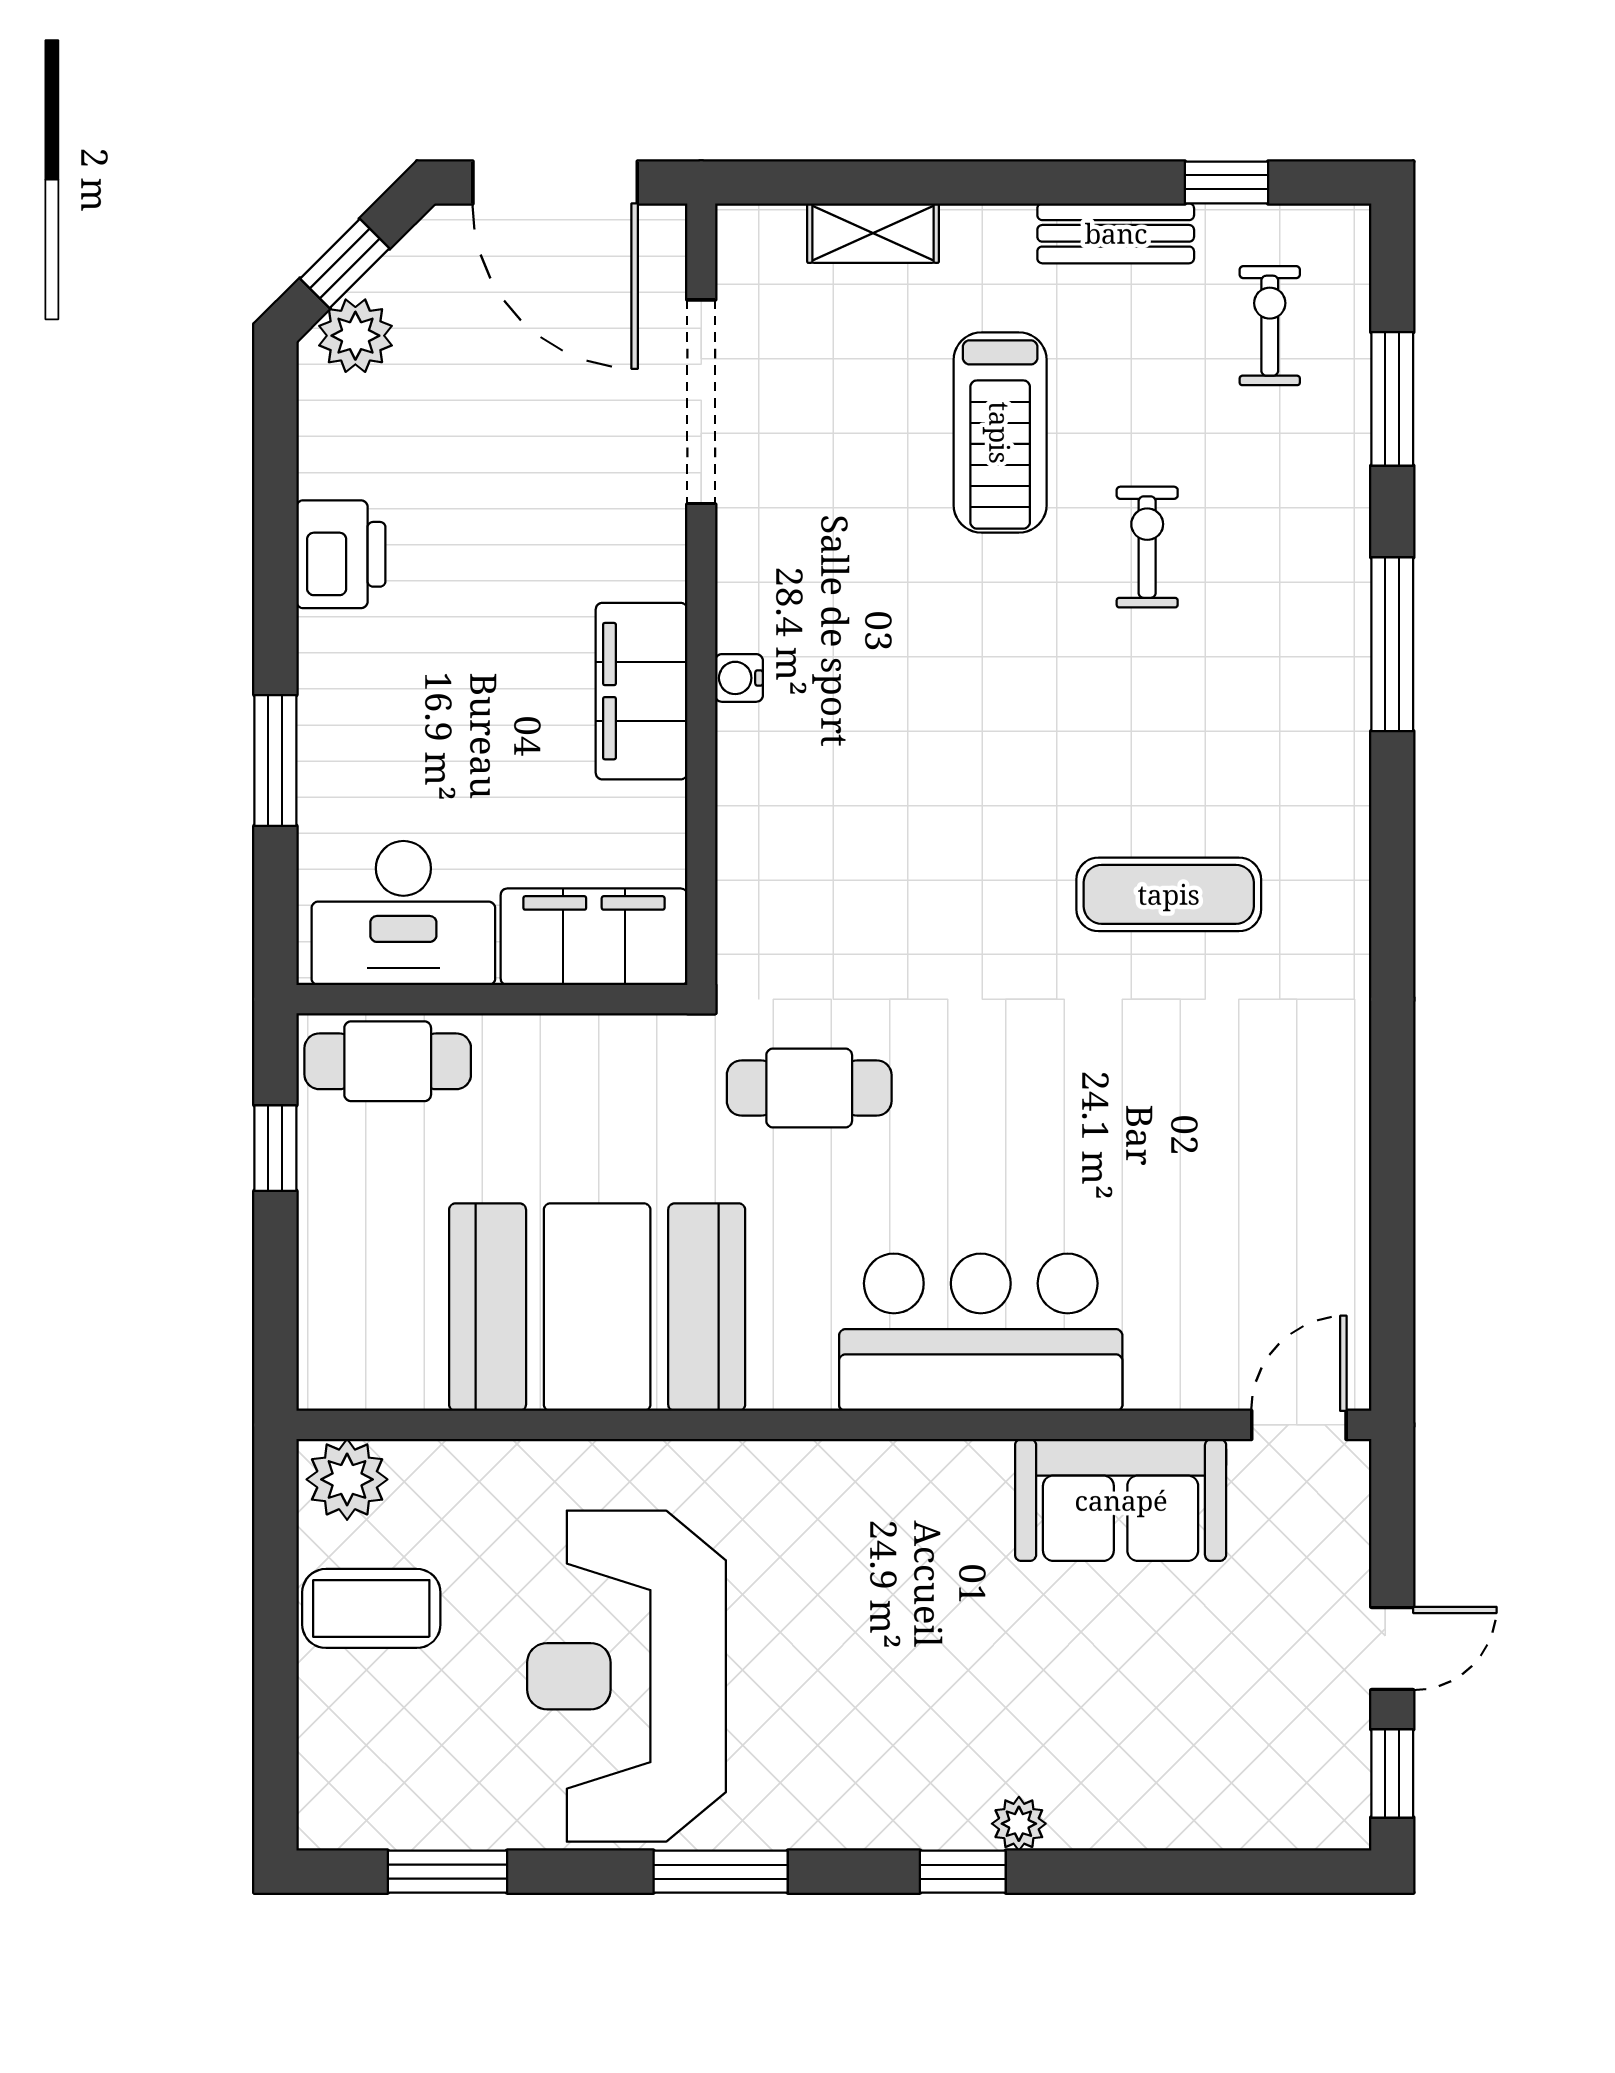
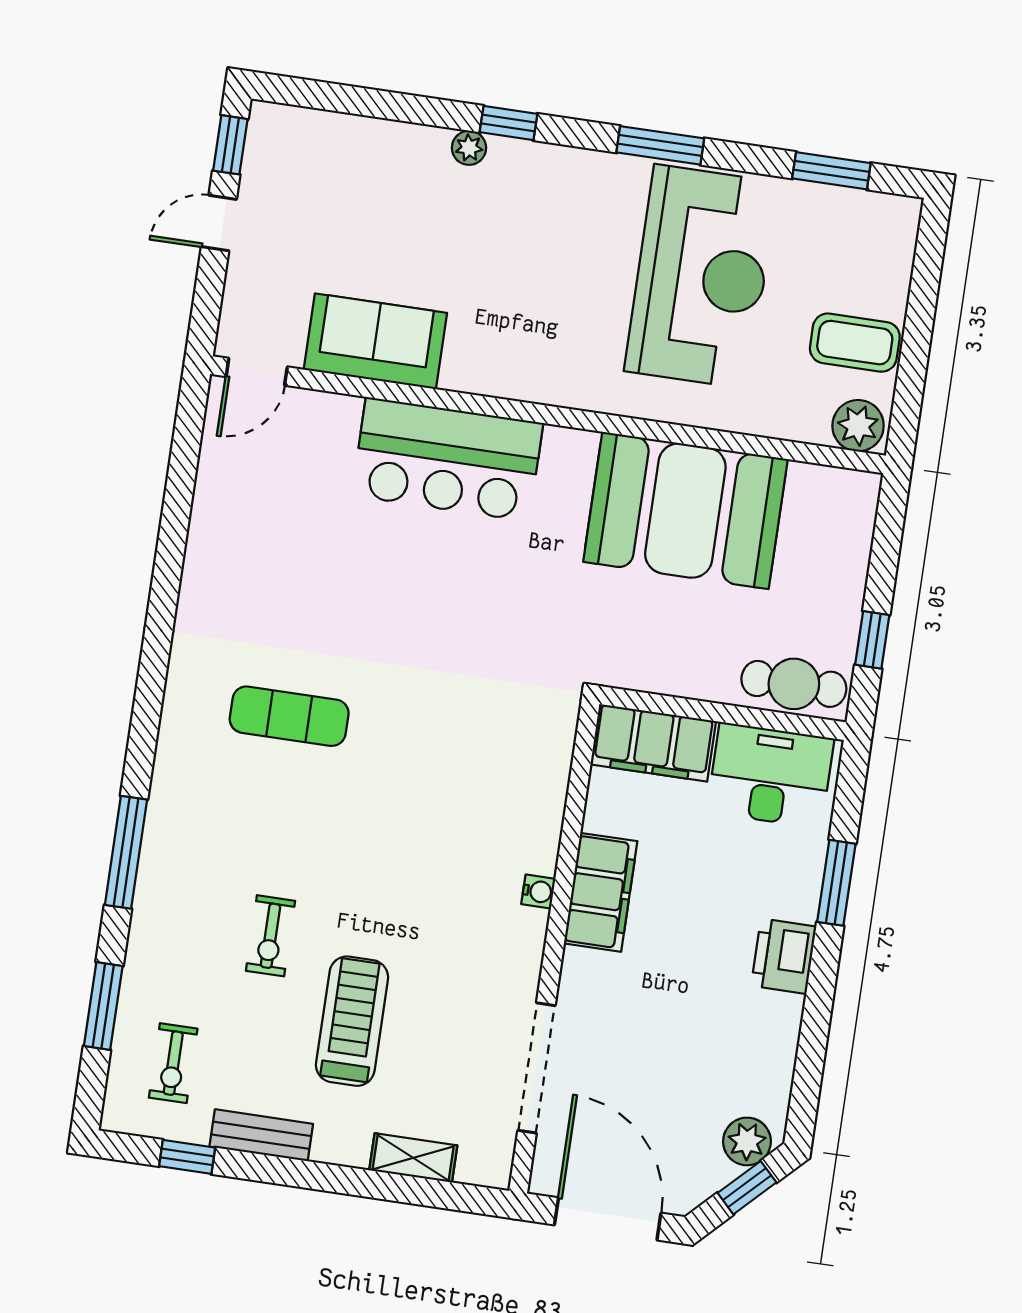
printer: (341, 554) -> (784, 956), moved
cafe table: (809, 1088) -> (532, 628), removed

